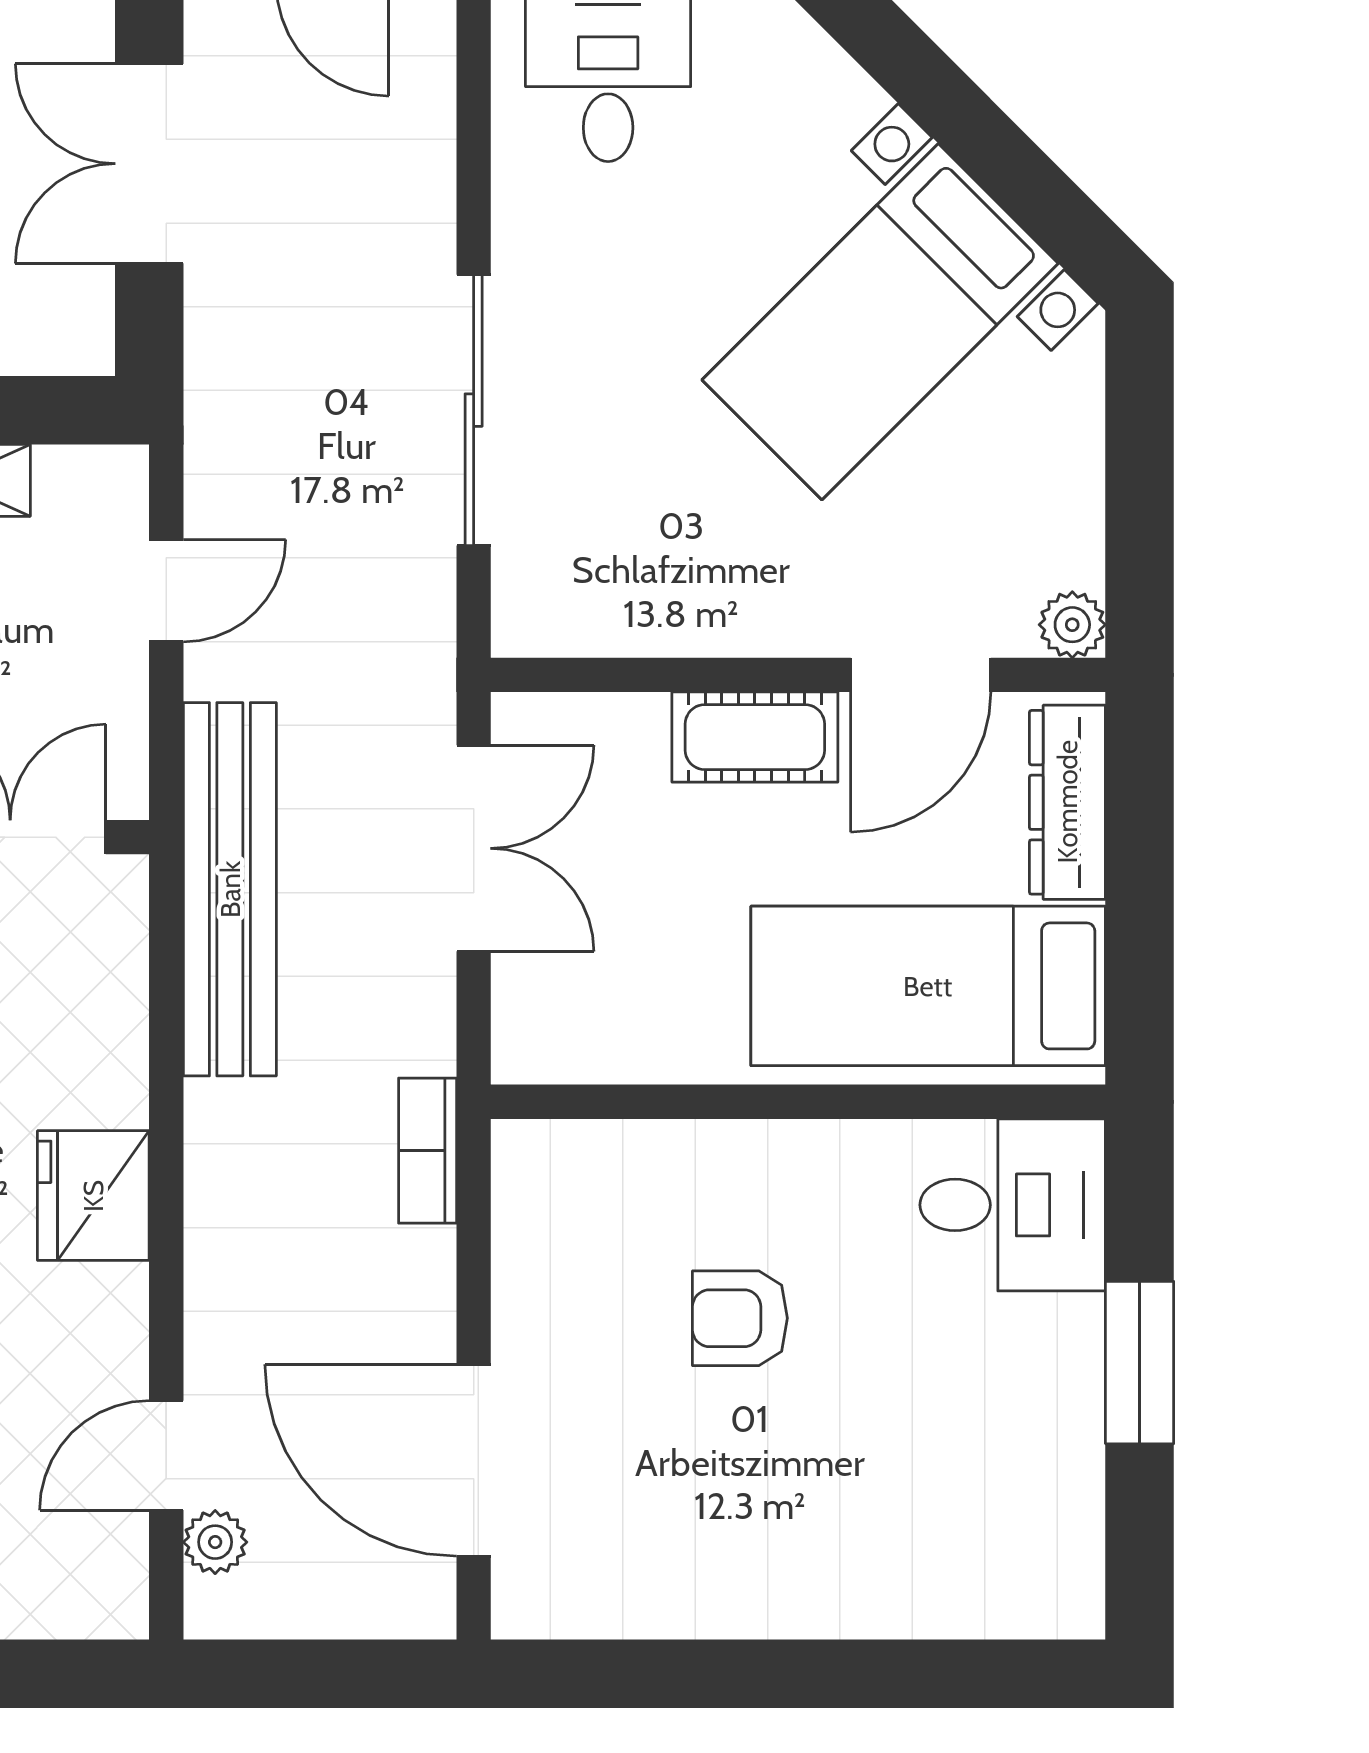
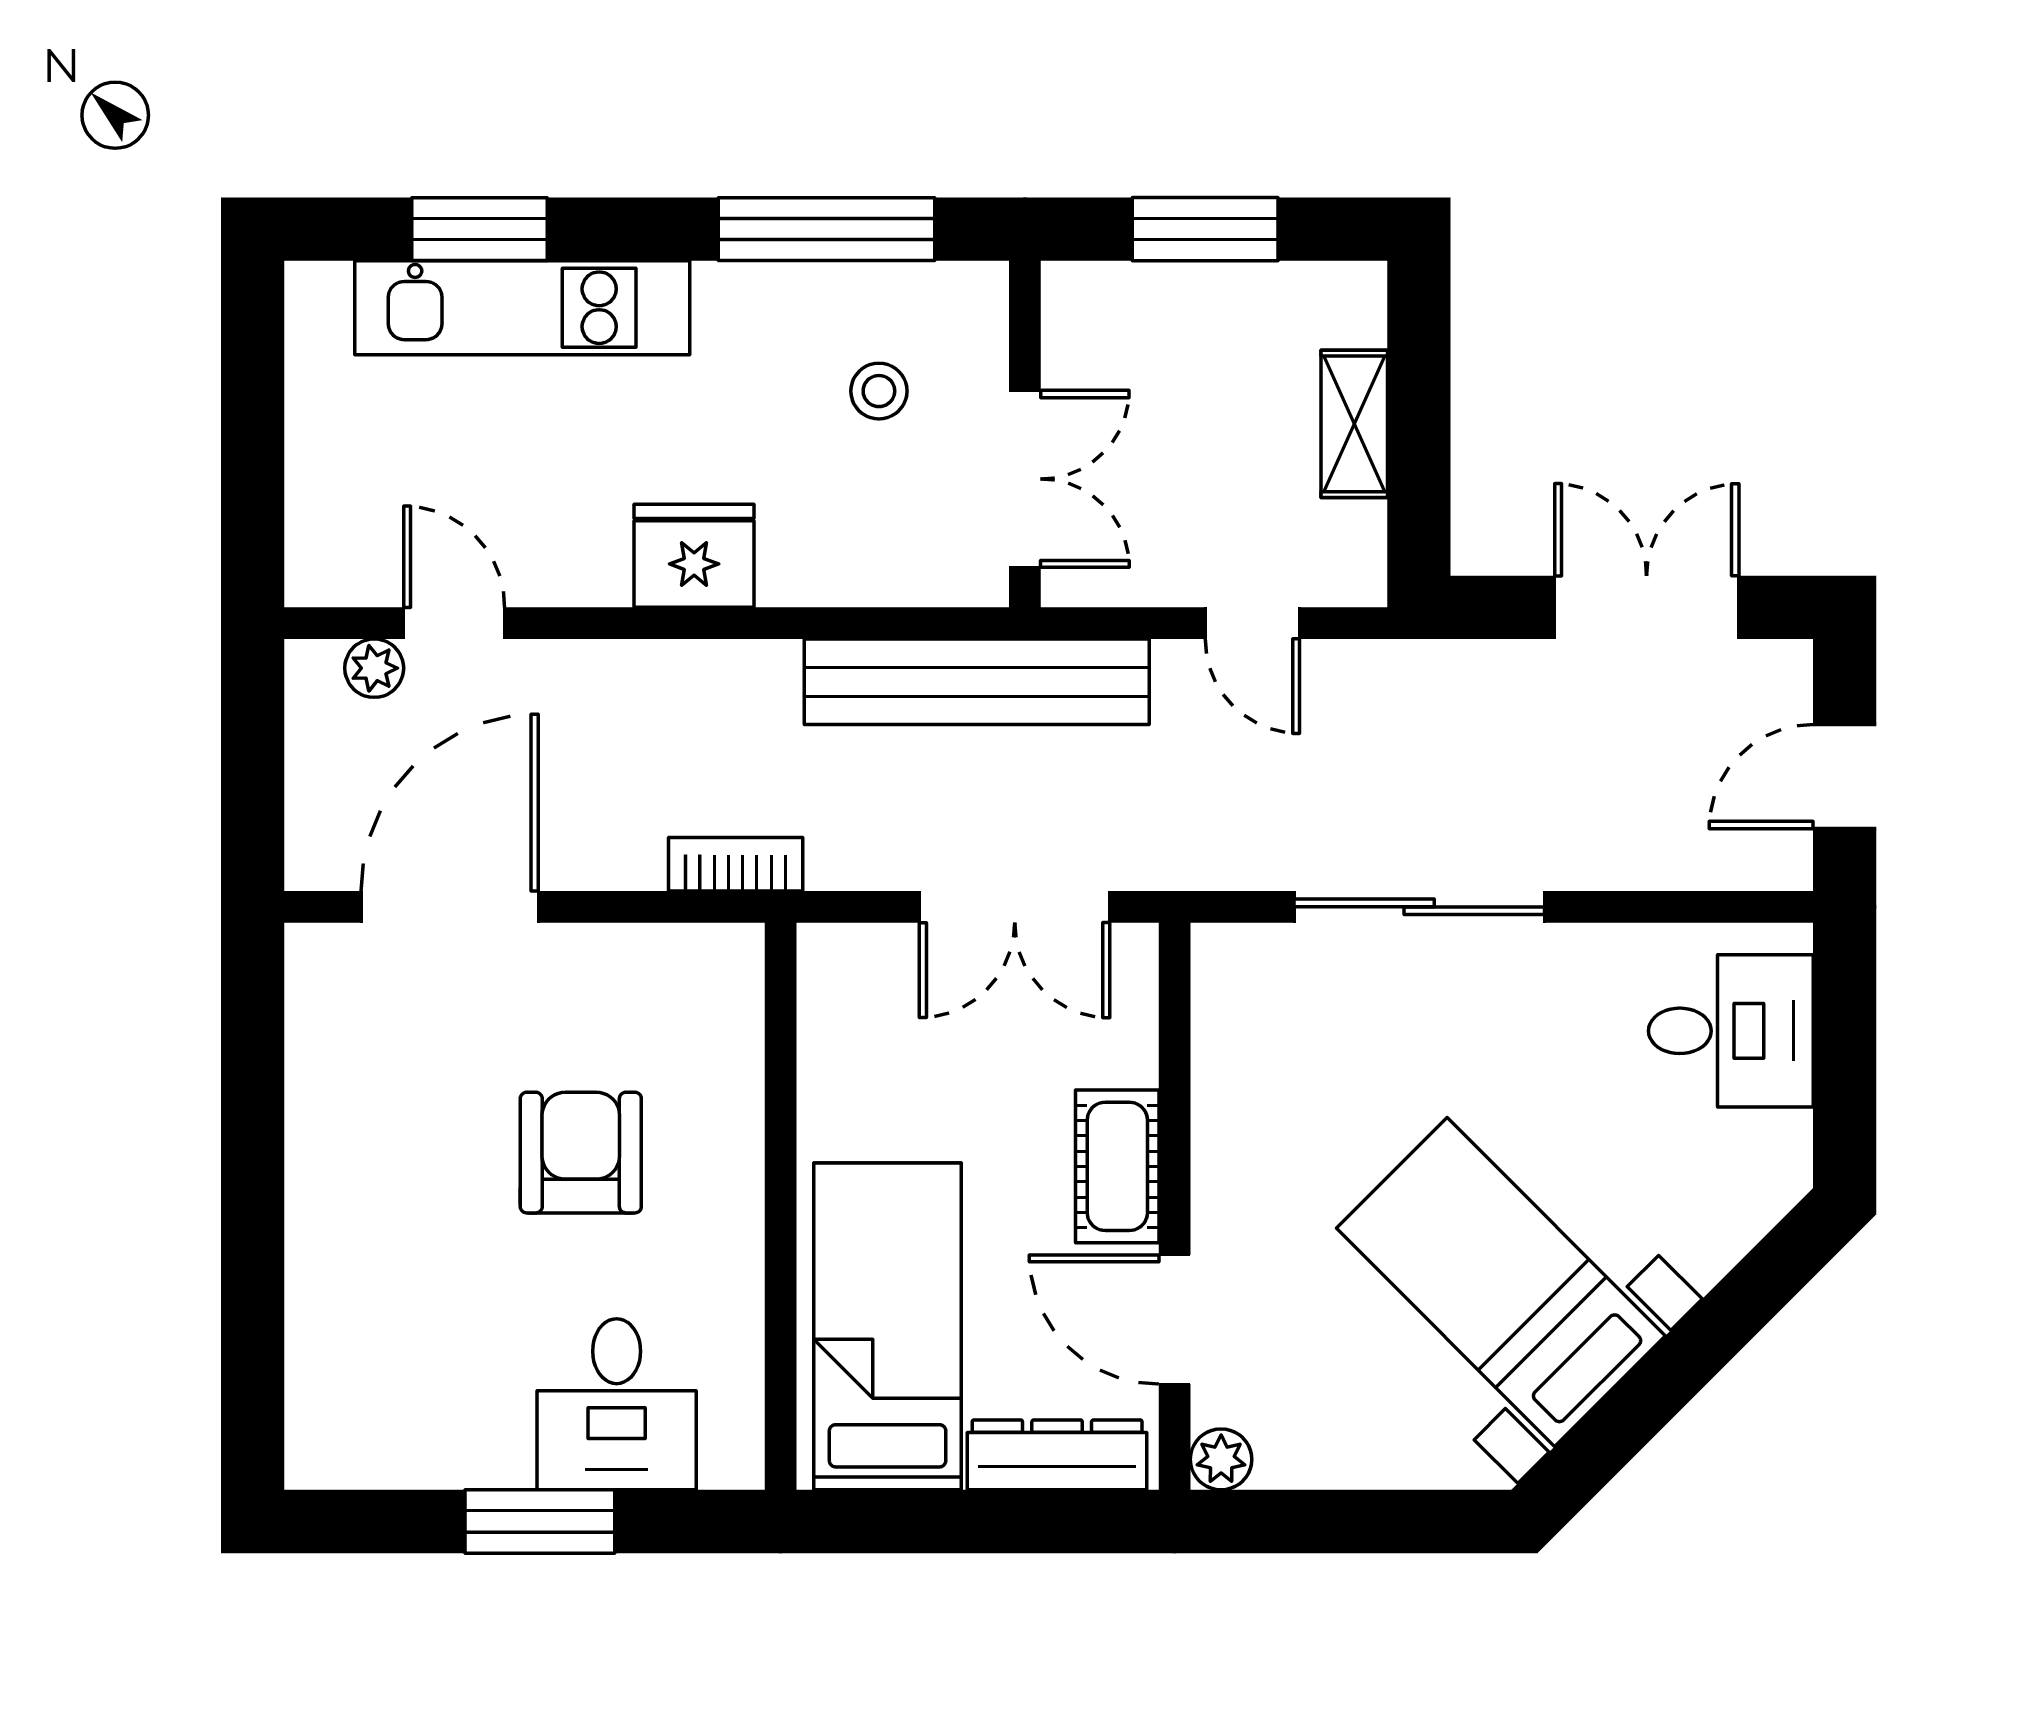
desk: (1013, 1205) -> (617, 1404), moved
armchair: (740, 1318) -> (581, 1153), width x1.38, depth x1.38

